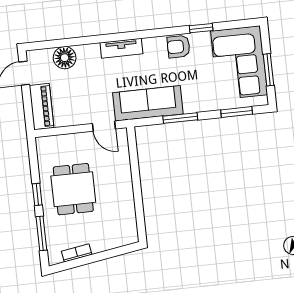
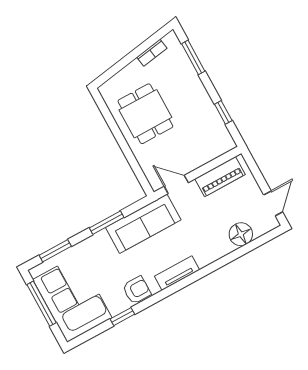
tv unit: (121, 48) -> (177, 273), moved
window: (269, 70) -> (42, 304), width x1.44
piano: (42, 107) -> (220, 177), moved, turned -90
dining table: (73, 189) -> (145, 114), moved
window: (37, 194) -> (223, 112), moved

